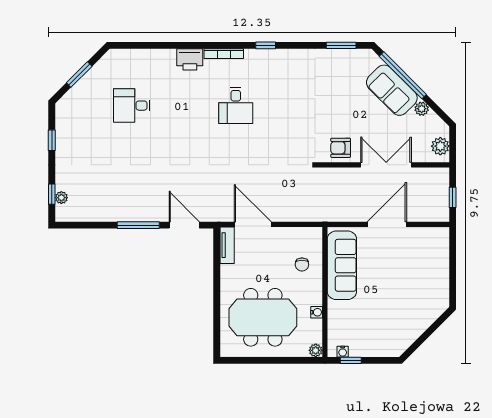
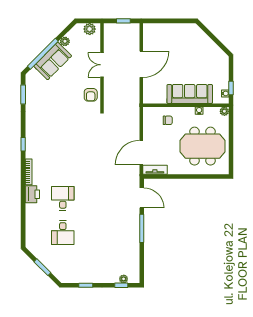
desk: (236, 106) -> (63, 198), moved, turned -90
double door: (386, 165) -> (102, 65), width x0.73
door: (387, 224) -> (141, 64), swing flipped
door: (184, 225) -> (142, 198), swing flipped
sofa: (342, 265) -> (190, 94), moved
meeting table: (263, 317) -> (203, 146), turned 90

